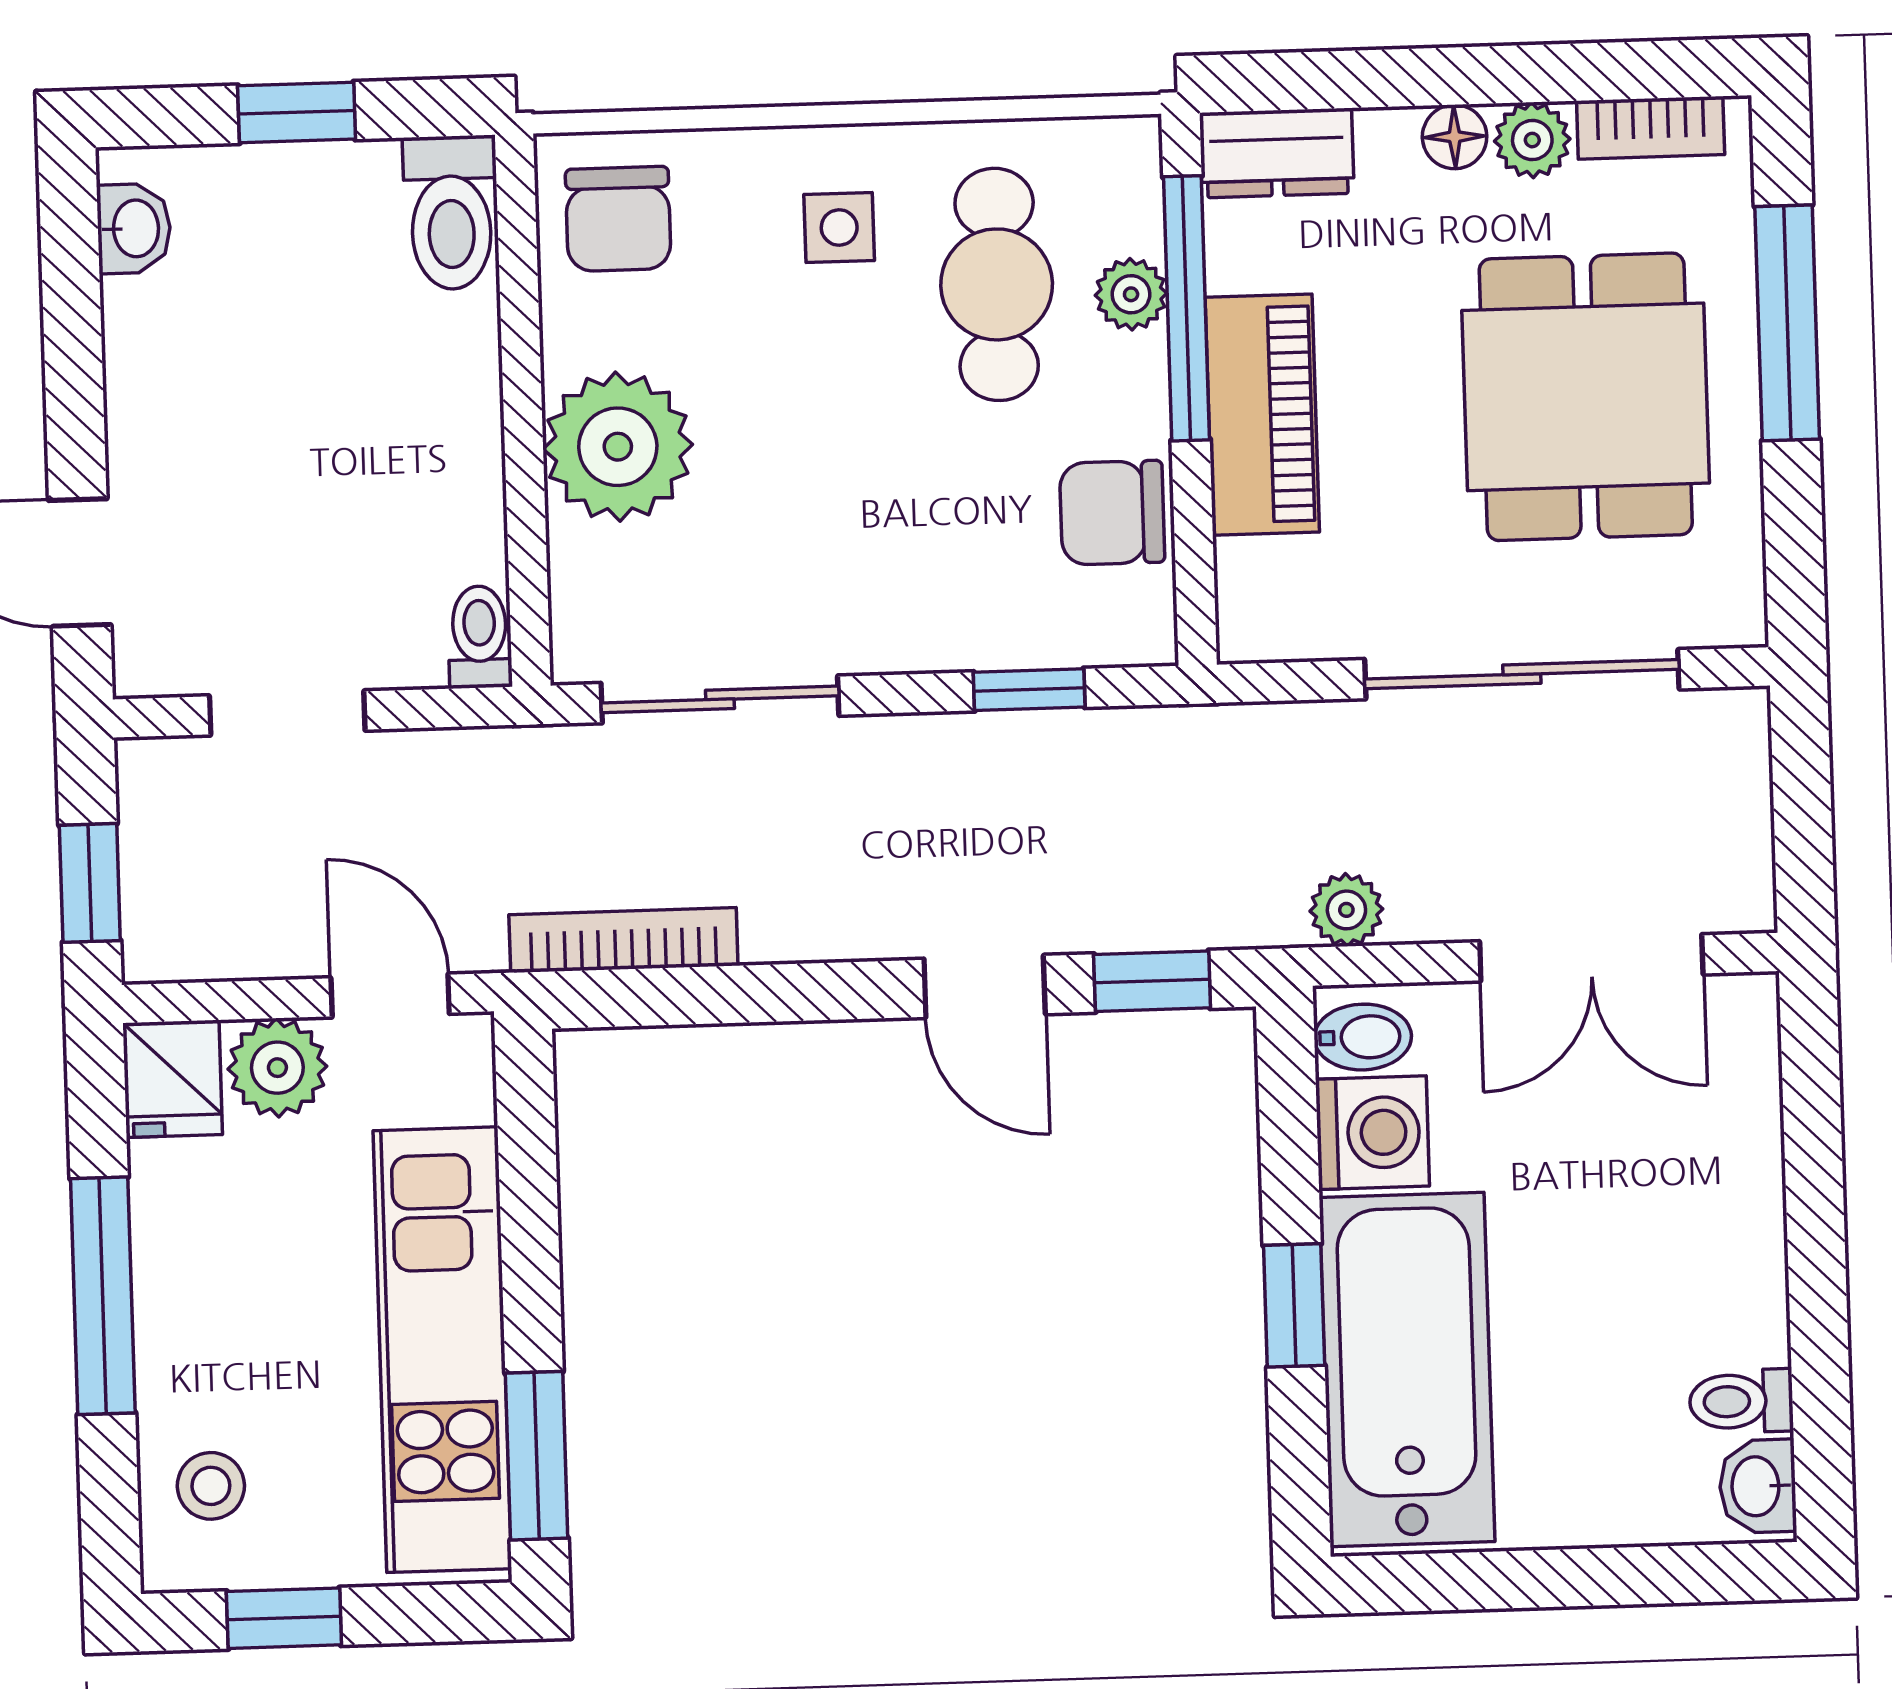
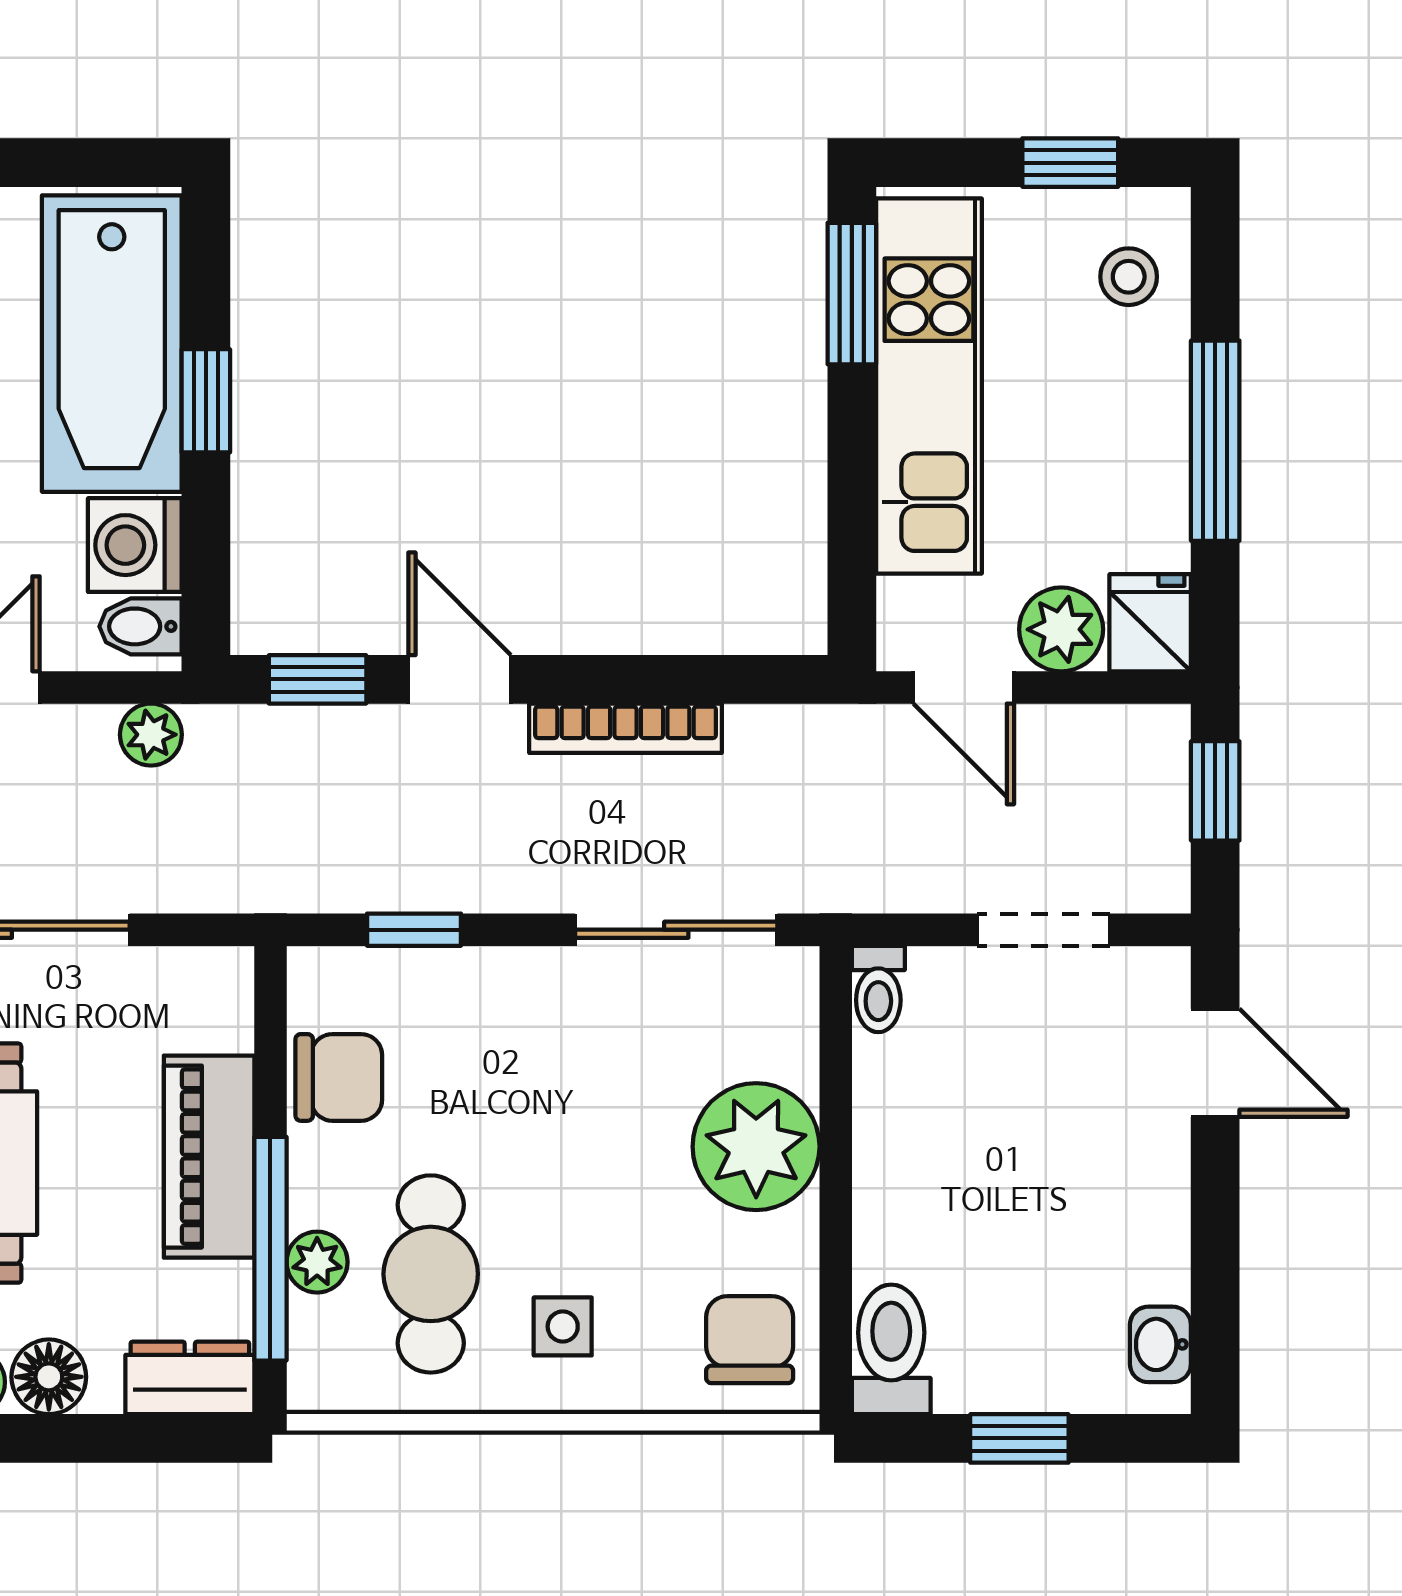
floor lamp: (1455, 137) -> (49, 1377), width x1.37, depth x1.37
bookcase: (623, 940) -> (626, 728), moved

